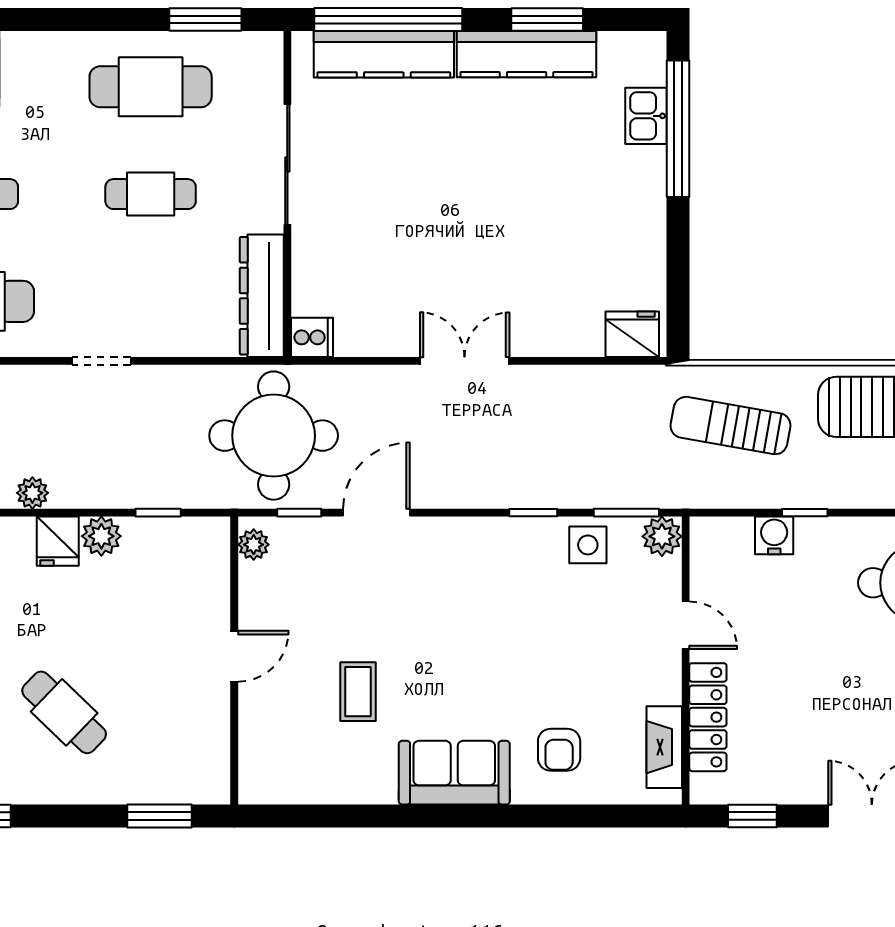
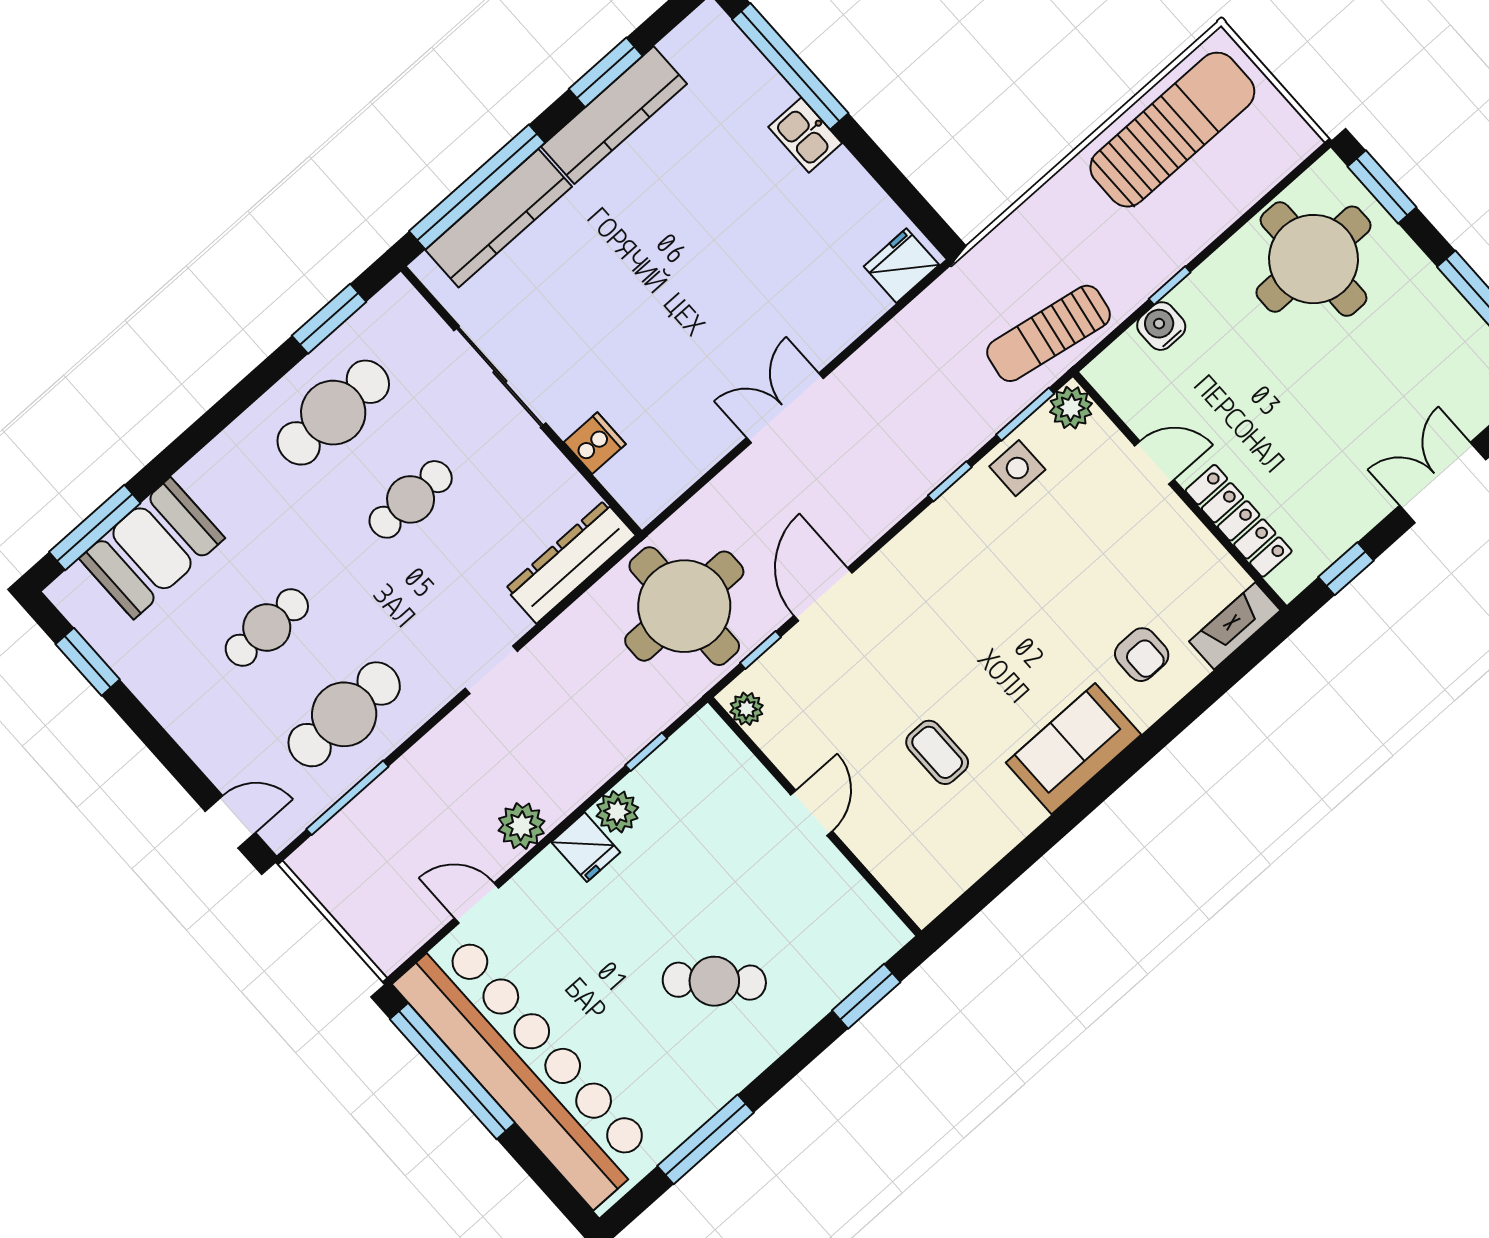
kitchen sink: (646, 116) -> (805, 135), moved
dresser: (262, 296) -> (570, 562), moved, turned 90
cooker: (312, 337) -> (595, 443), moved
sun lounger: (730, 426) -> (1049, 333), moved
plant: (32, 493) -> (521, 826), width x1.38, depth x1.38
fireplace: (664, 747) -> (1235, 626), moved, turned 90

